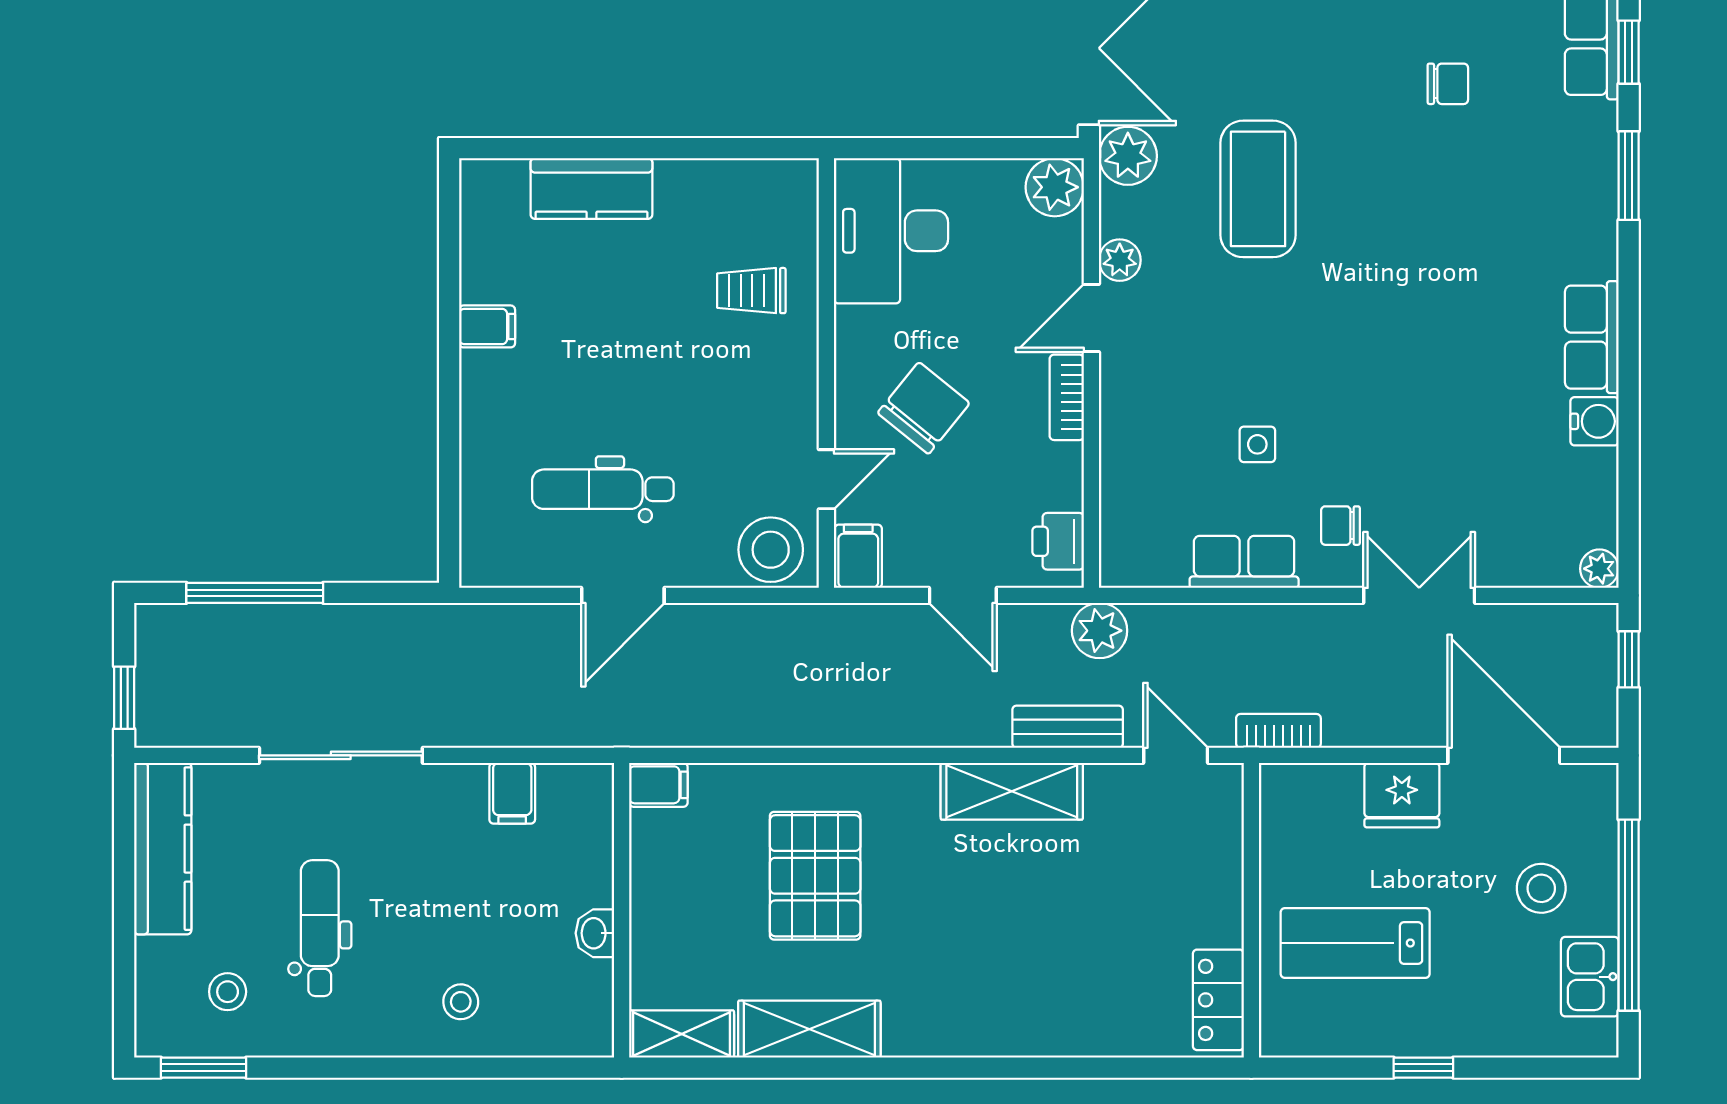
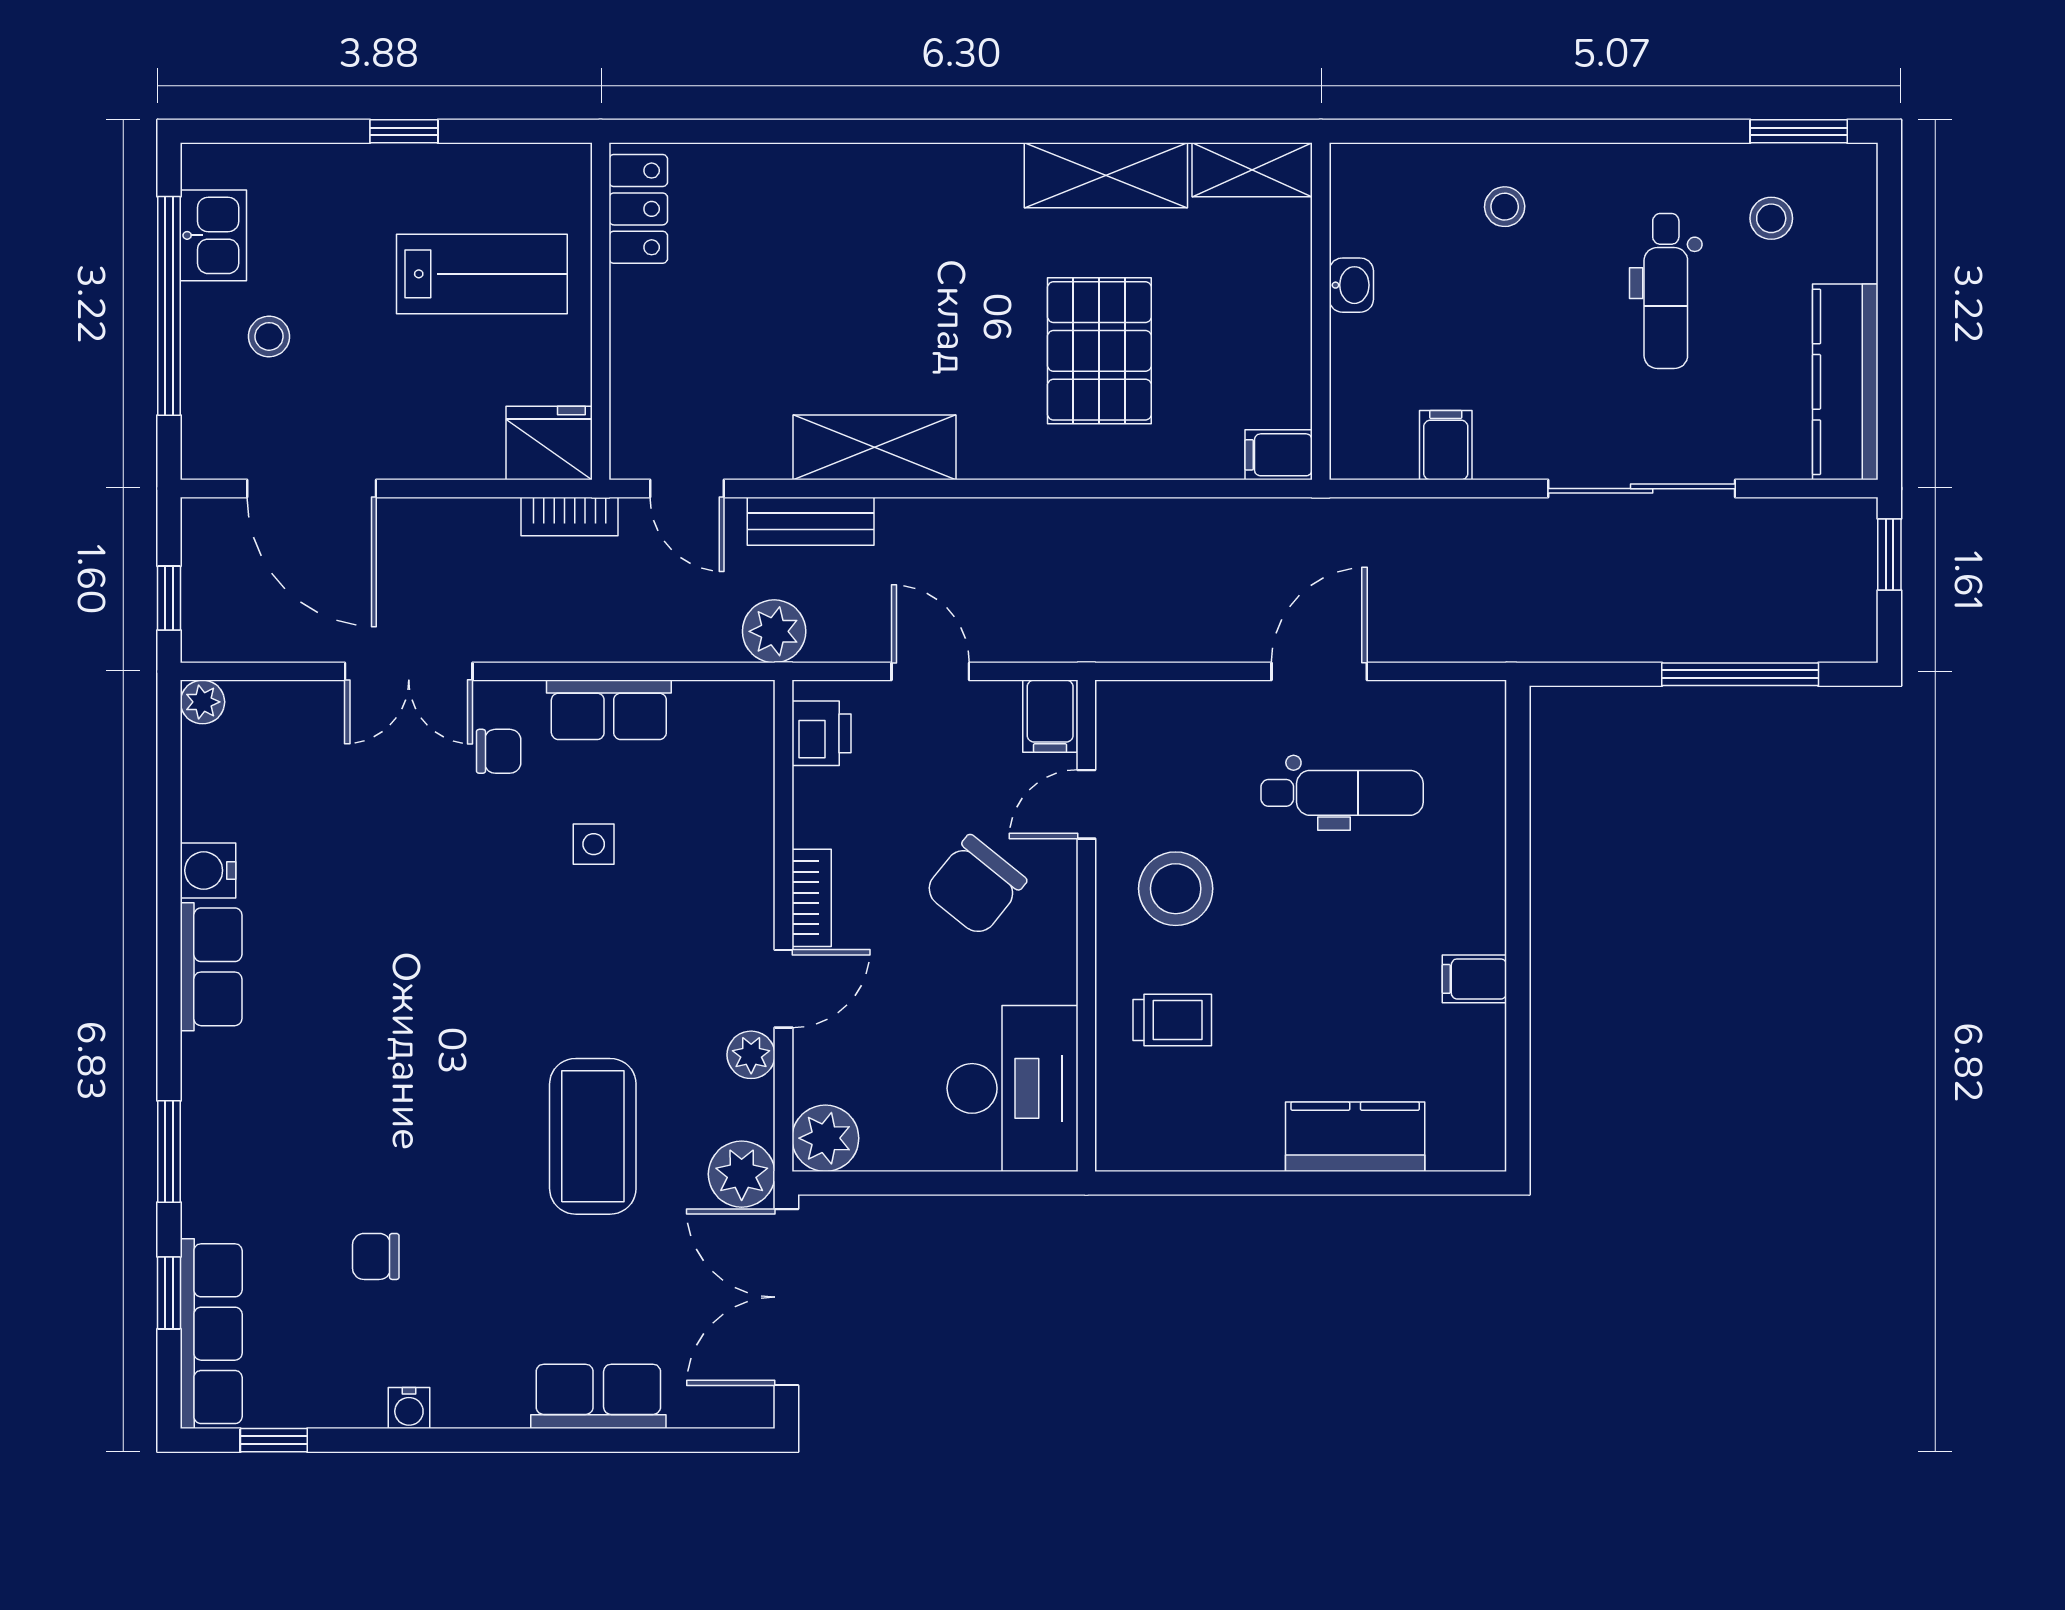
stool: (771, 550) -> (1176, 889), moved
fridge: (1402, 795) -> (549, 443), moved
stool: (1541, 888) -> (269, 336), width x0.73, depth x0.73

